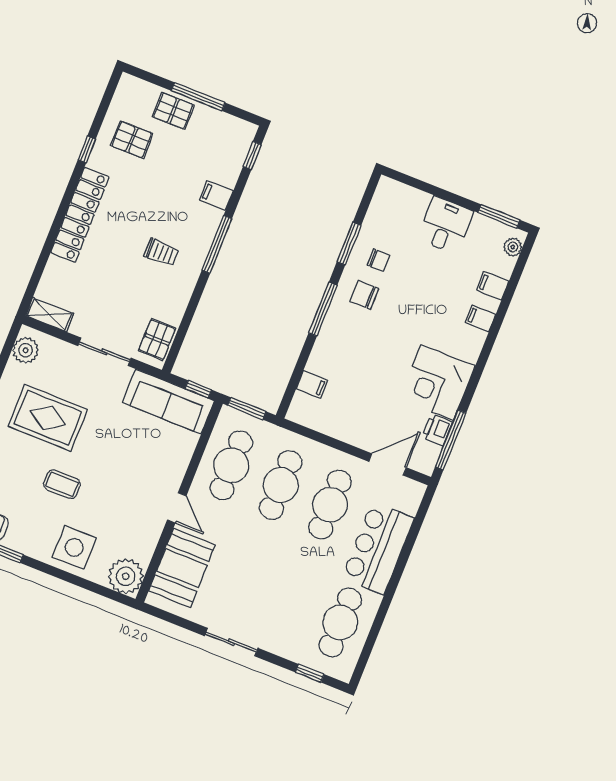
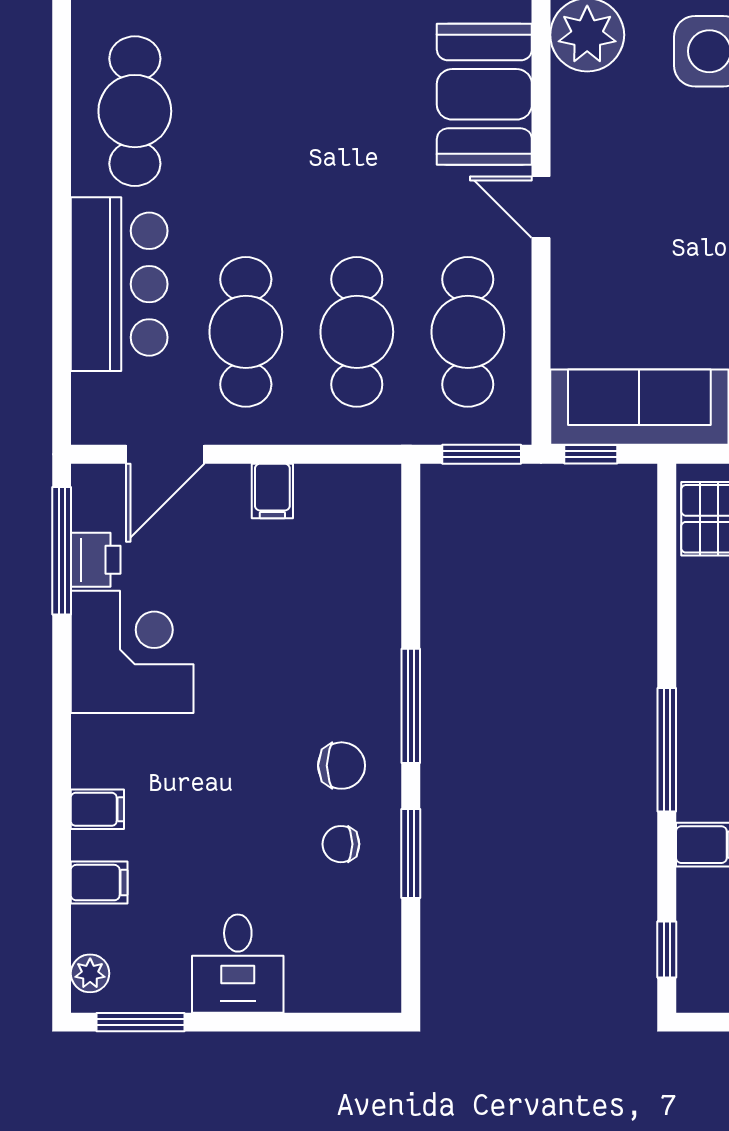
filing cabinet: (312, 384) -> (272, 491), moved, turned -90

